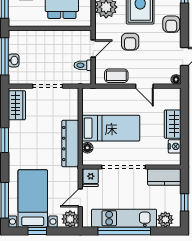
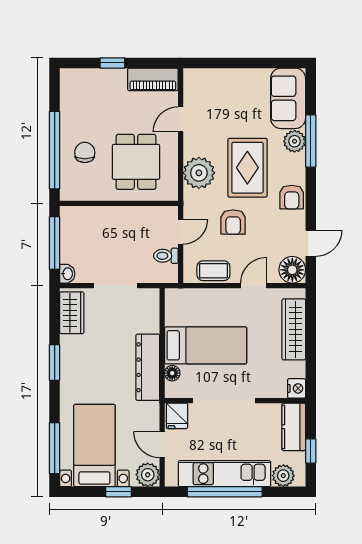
washbasin: (14, 60) -> (67, 274), moved
floor lamp: (176, 79) -> (292, 270), width x1.89, depth x1.89
door: (144, 86) -> (253, 286), swing flipped
wardrobe: (173, 124) -> (294, 329), width x1.50
nightstand: (175, 146) -> (297, 388), moved
kitchen counter: (164, 177) -> (294, 427), moved, turned 90
door: (80, 198) -> (162, 445), hinge flipped
window: (37, 231) -> (119, 492), moved

